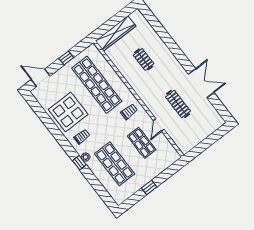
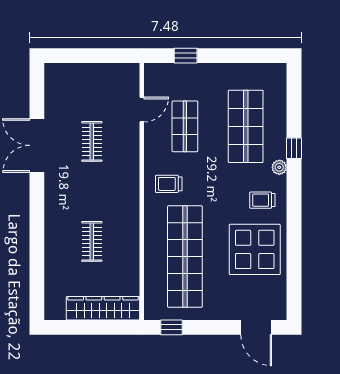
window: (66, 58) -> (172, 327), moved
clothes rail: (178, 104) -> (92, 141), width x0.73
door: (159, 125) -> (142, 110), moved
window: (79, 163) -> (294, 148), moved
window: (149, 187) -> (186, 56), moved

